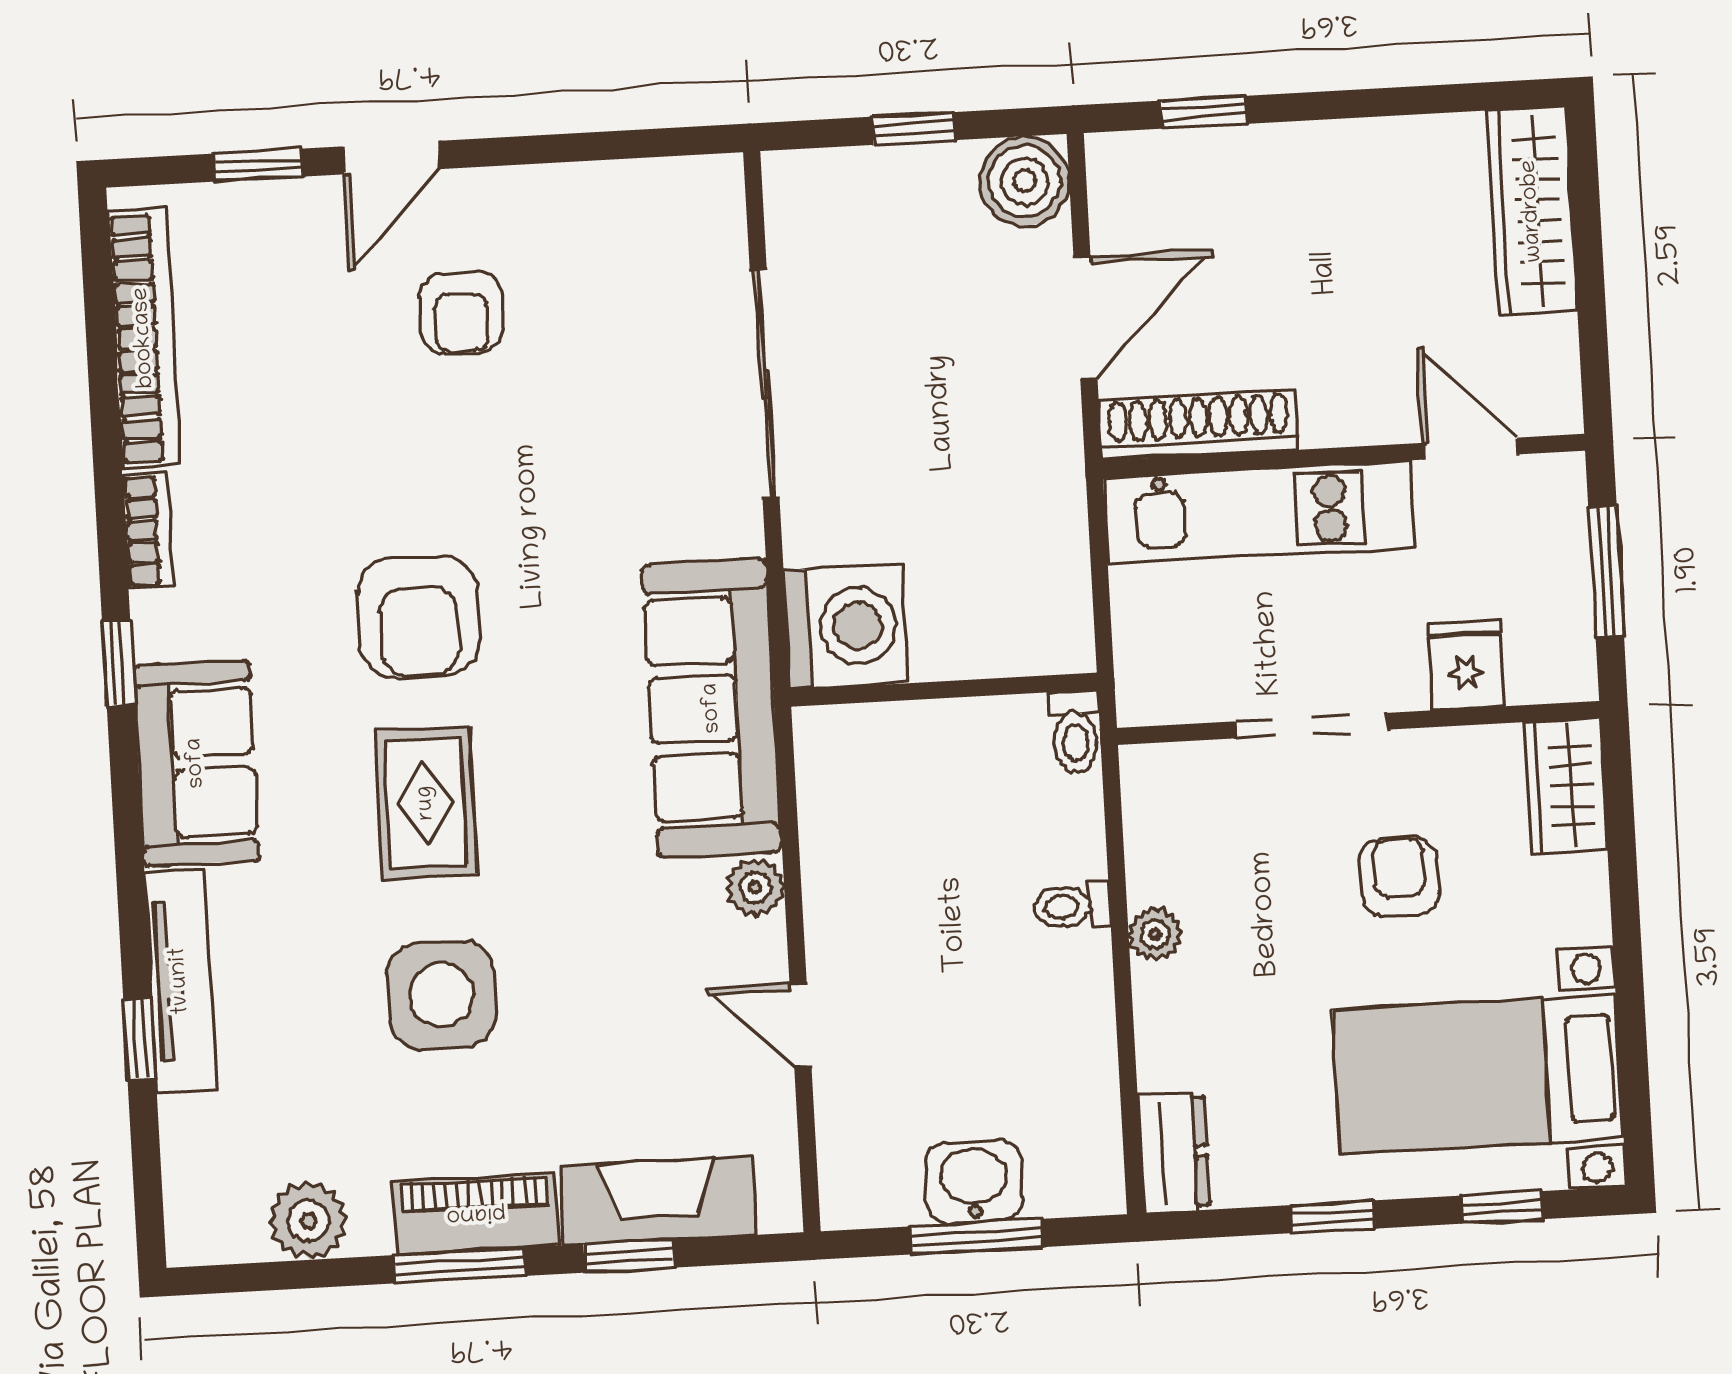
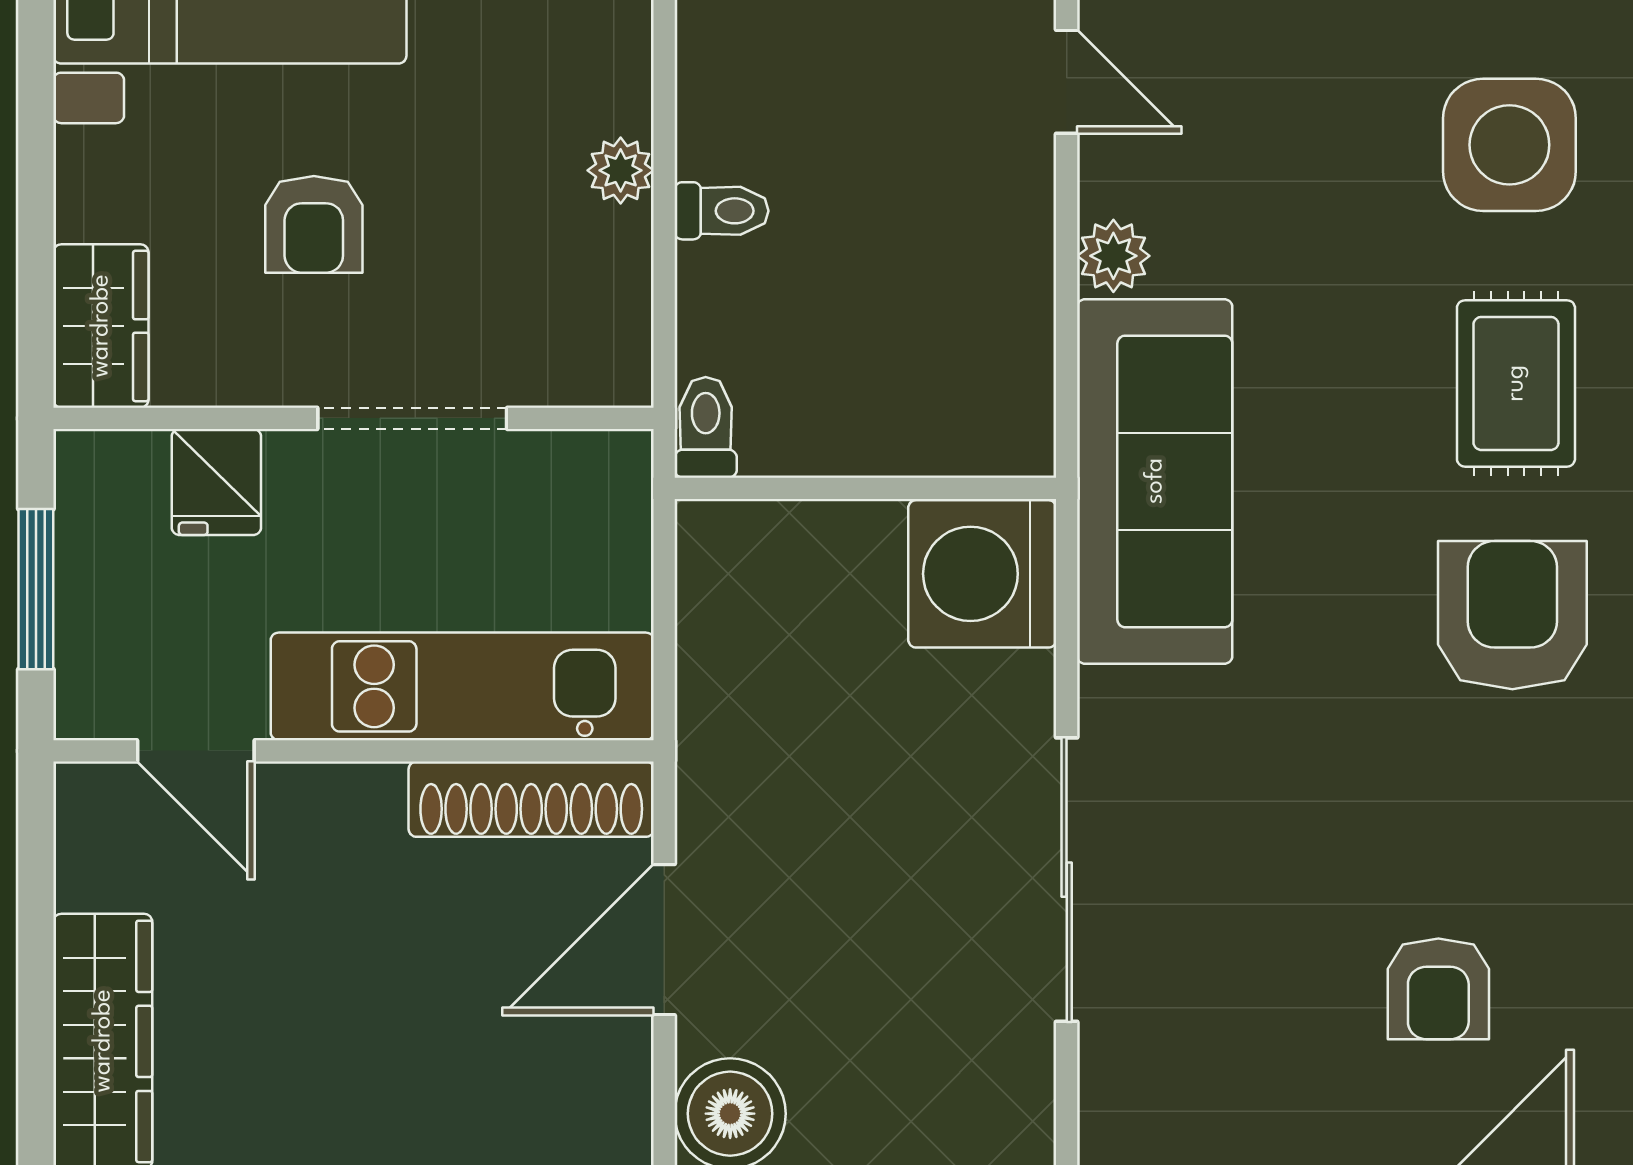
armchair: (461, 313) -> (1438, 989), turned 180

